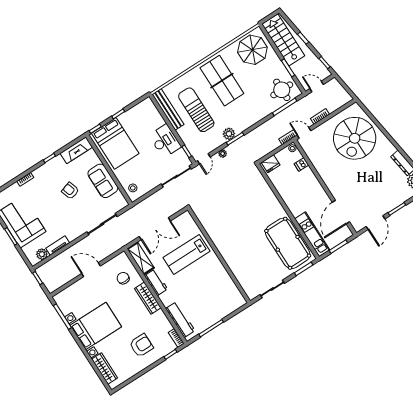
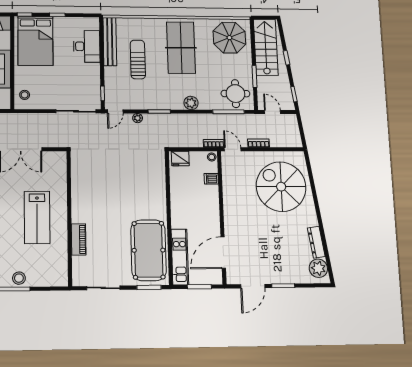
sun lounger: (196, 110) -> (138, 59), width x0.73, depth x0.75
plant: (229, 134) -> (191, 103), moved
spiral stairs: (355, 138) -> (281, 187), turned 90
desk: (165, 141) -> (87, 46), moved
lab bench: (187, 254) -> (37, 217), moved, turned -90
piano: (235, 266) -> (79, 239), added
stool: (211, 318) -> (19, 278), added

